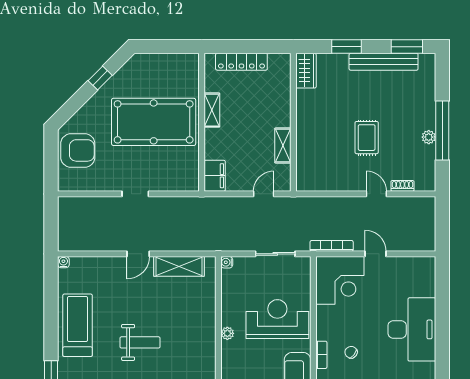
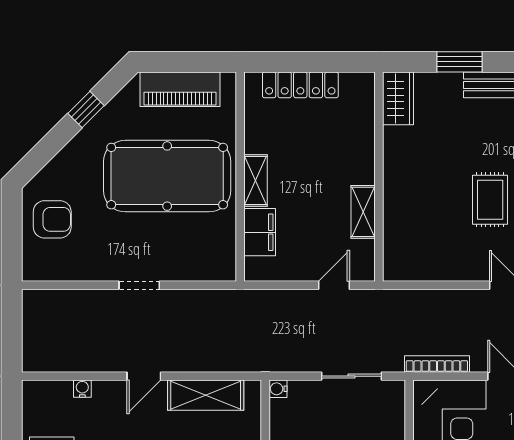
piano: (162, 65) -> (180, 89), added
shelving: (212, 110) -> (255, 181), moved
armchair: (78, 150) -> (52, 219), width x0.73, depth x0.73
filing cabinet: (215, 176) -> (260, 232), moved
water cooler: (63, 262) -> (82, 389), moved

